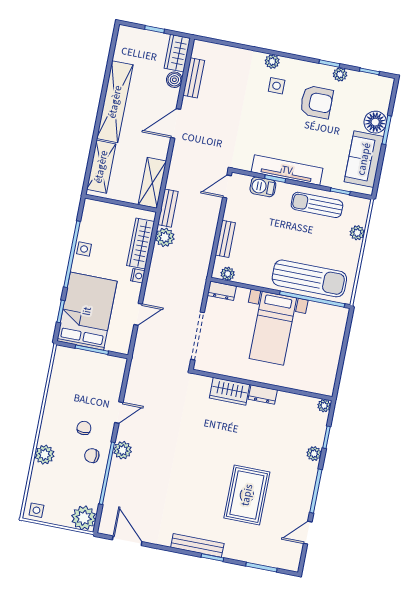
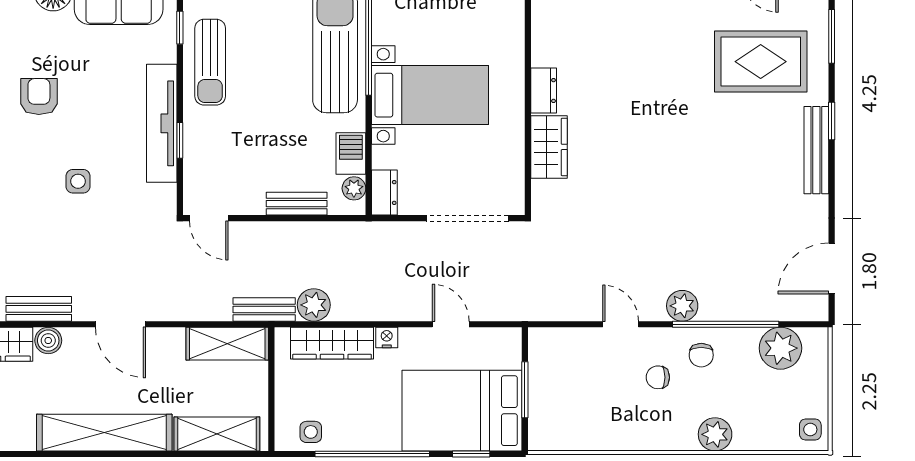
side table: (277, 86) -> (78, 181), moved
armchair: (316, 102) -> (39, 97), width x0.72, depth x0.72
barbecue: (263, 187) -> (351, 153), moved, turned 180
side table: (84, 249) -> (311, 432), moved
rug: (247, 495) -> (761, 62), moved
plant: (84, 518) -> (780, 348), moved

